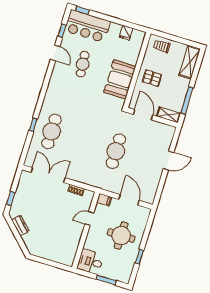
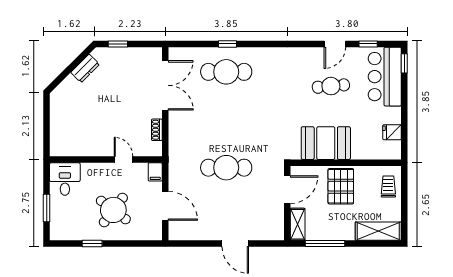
pallet: (152, 78) -> (341, 186), width x1.50, depth x1.42
door: (129, 200) -> (165, 206), hinge flipped
round table: (121, 236) -> (113, 210), turned 37

